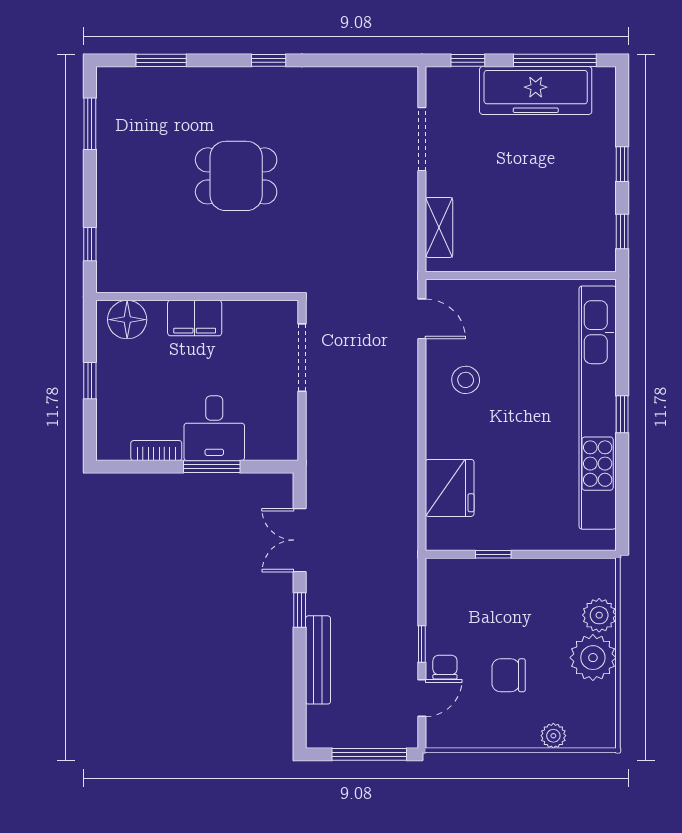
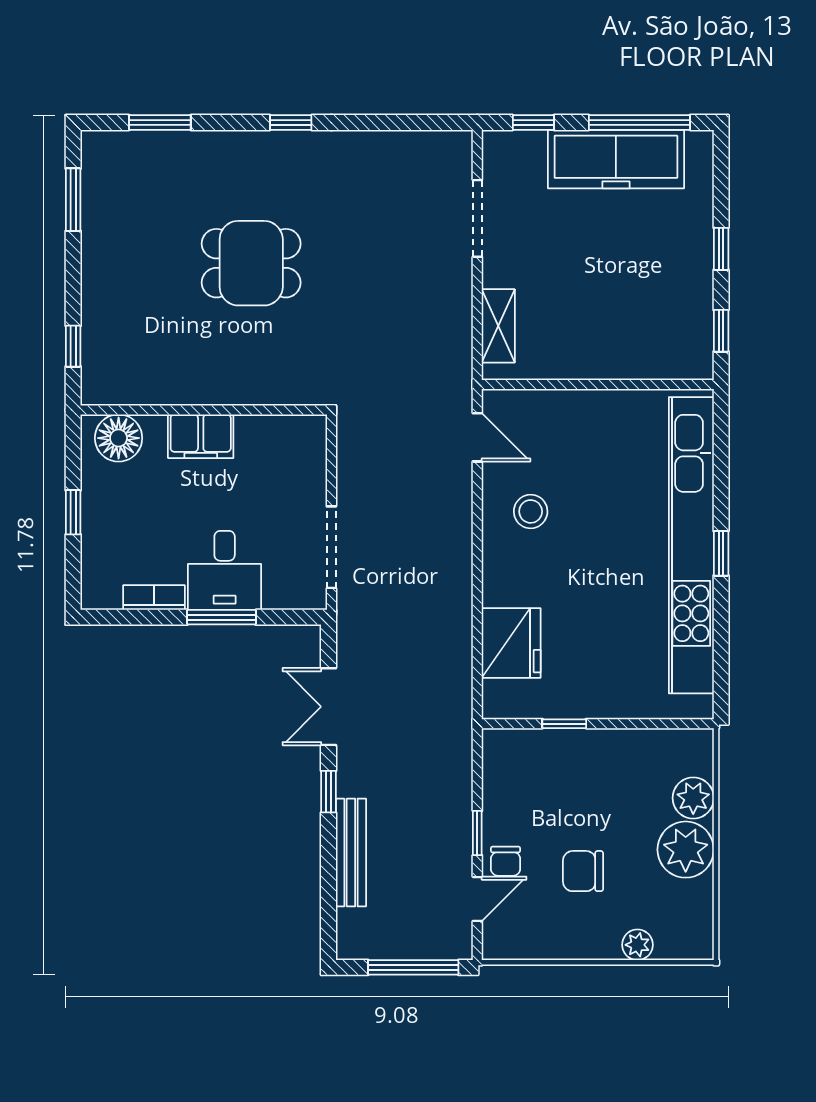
doorway: (302, 358) -> (331, 547), moved
chair: (445, 667) -> (506, 861), turned 180

